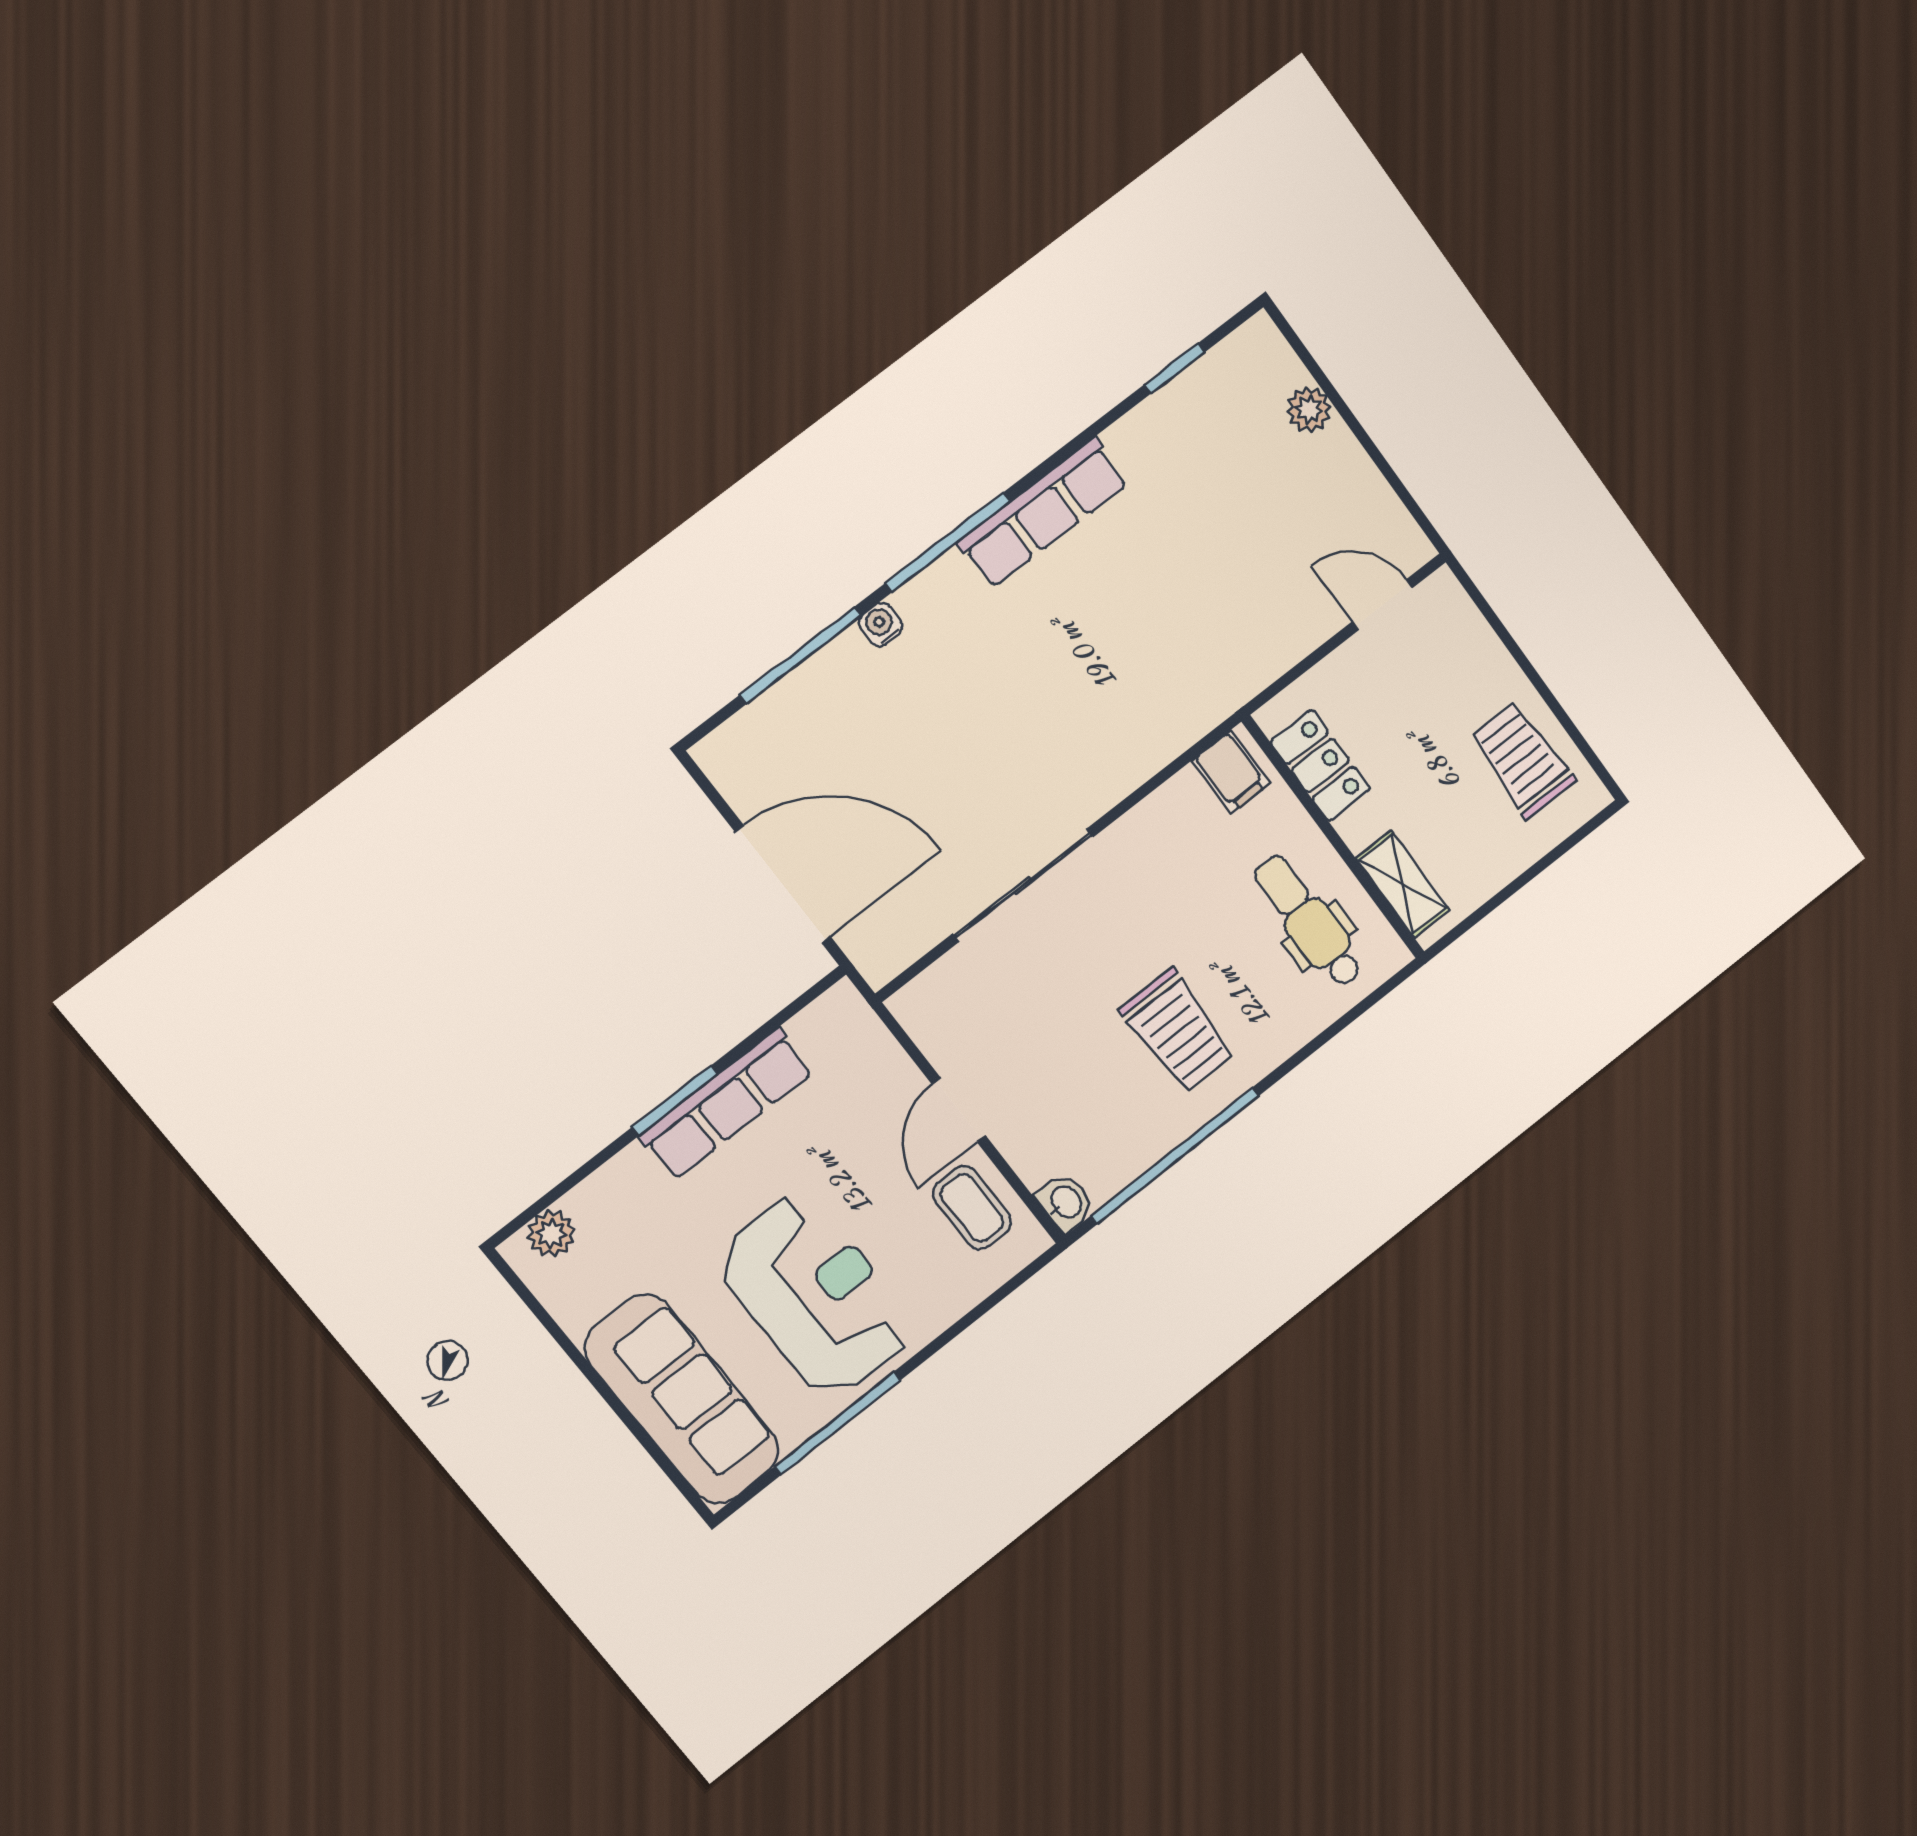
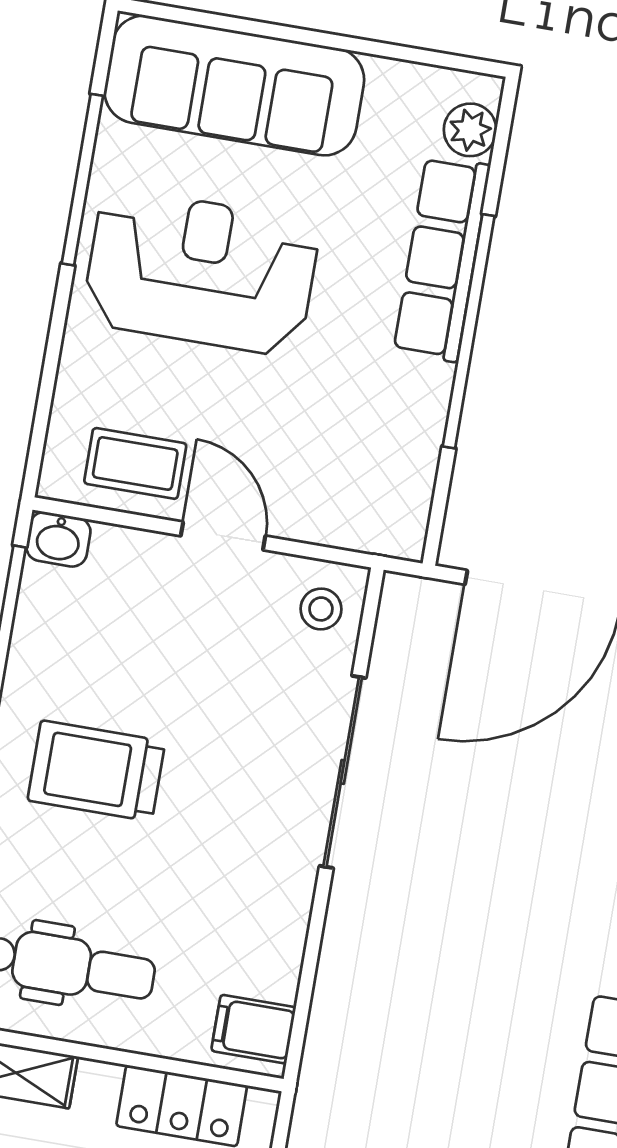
stool: (939, 1005) -> (321, 609), added
window: (675, 1101) -> (469, 331), width x2.11
row of seats: (727, 1104) -> (442, 259), moved
reception desk: (816, 1295) -> (201, 272), turned 180

